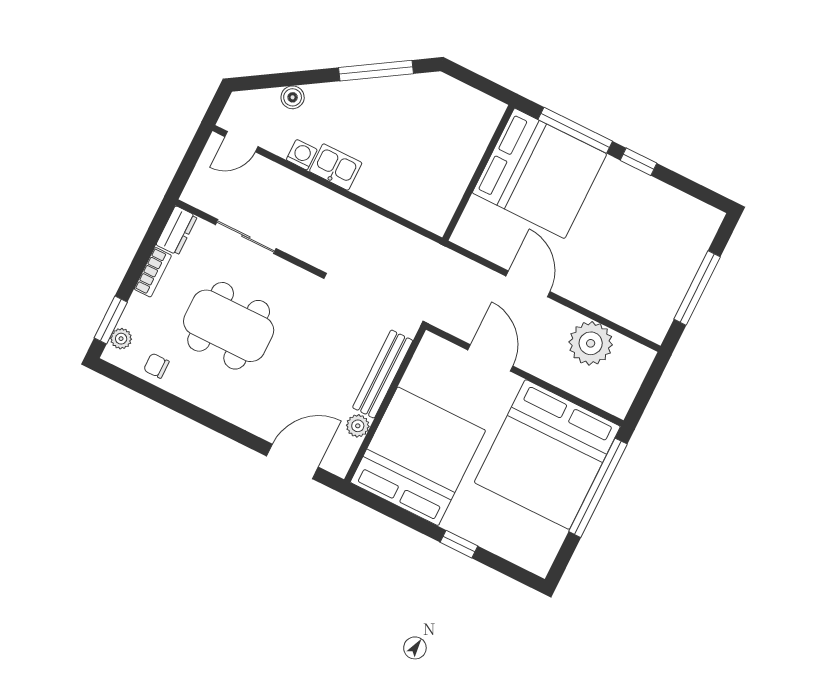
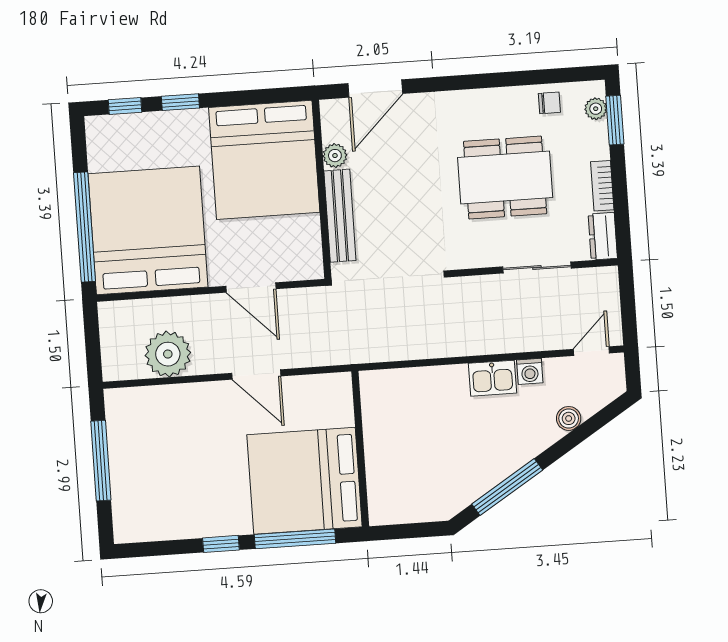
window: (506, 568) -> (125, 106), added

